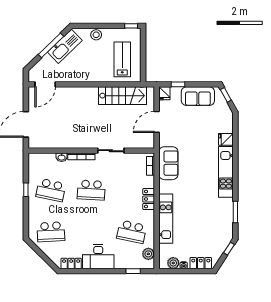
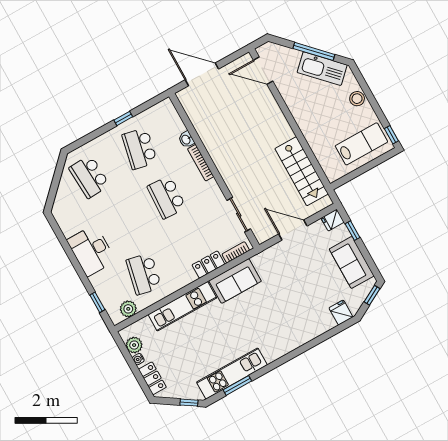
lab bench: (122, 59) -> (361, 144), moved
fridge: (226, 139) -> (341, 313), moved
sliding door: (111, 151) -> (239, 215), moved
sofa: (168, 163) -> (235, 281), moved
kitchen unit: (226, 172) -> (232, 374), moved
locker: (149, 199) -> (208, 265), moved
locker: (71, 264) -> (65, 222), removed

